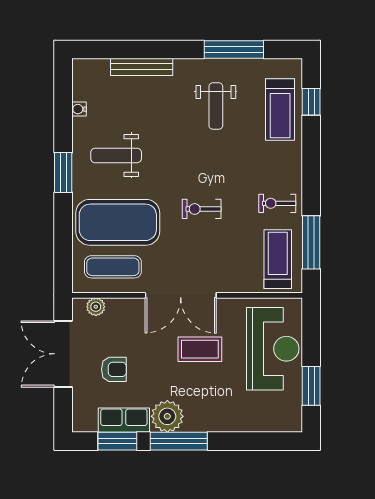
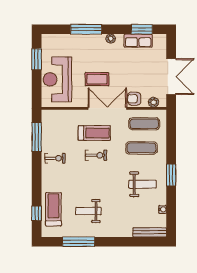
bench: (142, 67) -> (150, 232), moved
weight bench: (216, 106) -> (88, 211), turned -90
exercise mat: (118, 222) -> (142, 148), width x0.50, depth x0.69
treadmill: (278, 259) -> (94, 133), moved, turned -90
armchair: (114, 369) -> (134, 99), moved
plant: (167, 416) -> (111, 39), width x0.53, depth x0.53
window: (179, 441) -> (86, 29), moved

